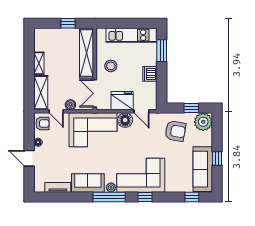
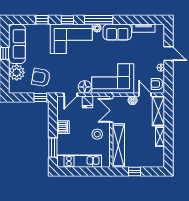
double door: (95, 93) -> (111, 110), swing flipped
fridge: (122, 101) -> (87, 102), width x0.53, depth x0.75
window: (191, 108) -> (40, 97), moved
door: (142, 111) -> (70, 95), swing flipped
plant: (203, 122) -> (17, 72), moved
window: (192, 197) -> (42, 20), moved

